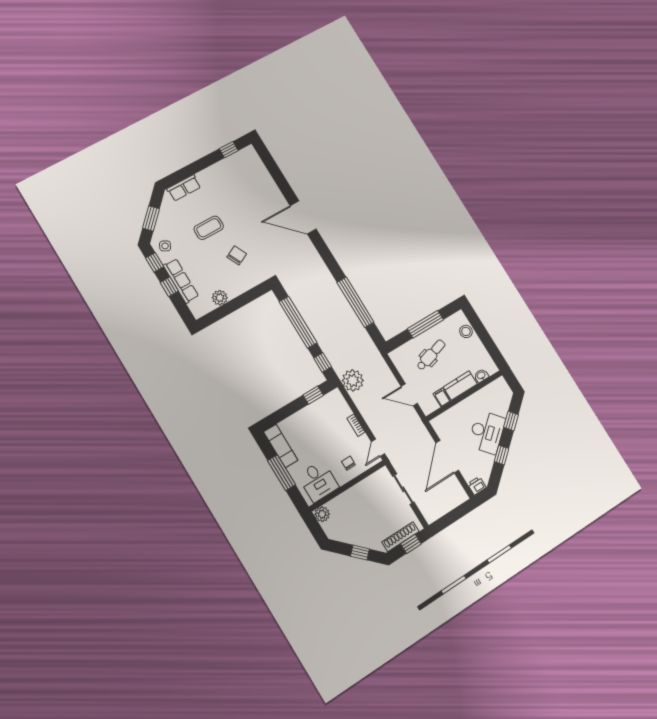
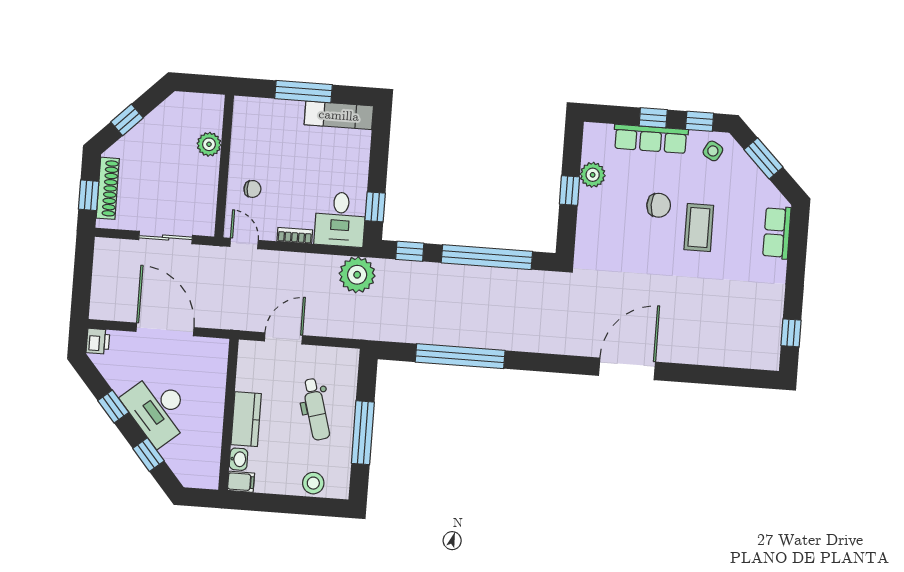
chair: (237, 255) -> (659, 205), moved, turned -64
window: (236, 304) -> (570, 190), added
filing cabinet: (442, 397) -> (241, 482), moved
desk: (318, 481) -> (340, 219), moved, turned -90
plant: (322, 514) -> (209, 144), moved

